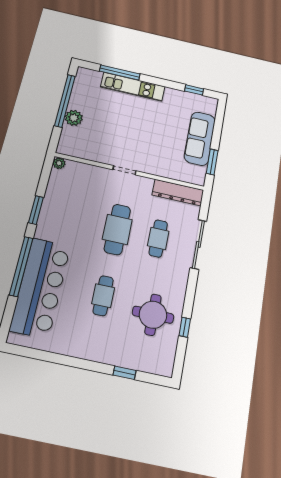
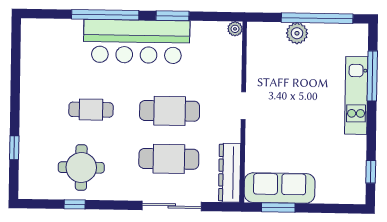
sofa: (200, 138) -> (280, 188), moved
cafe table: (158, 238) -> (169, 159), width x1.37, depth x1.35
bar counter: (40, 287) -> (137, 41), moved

